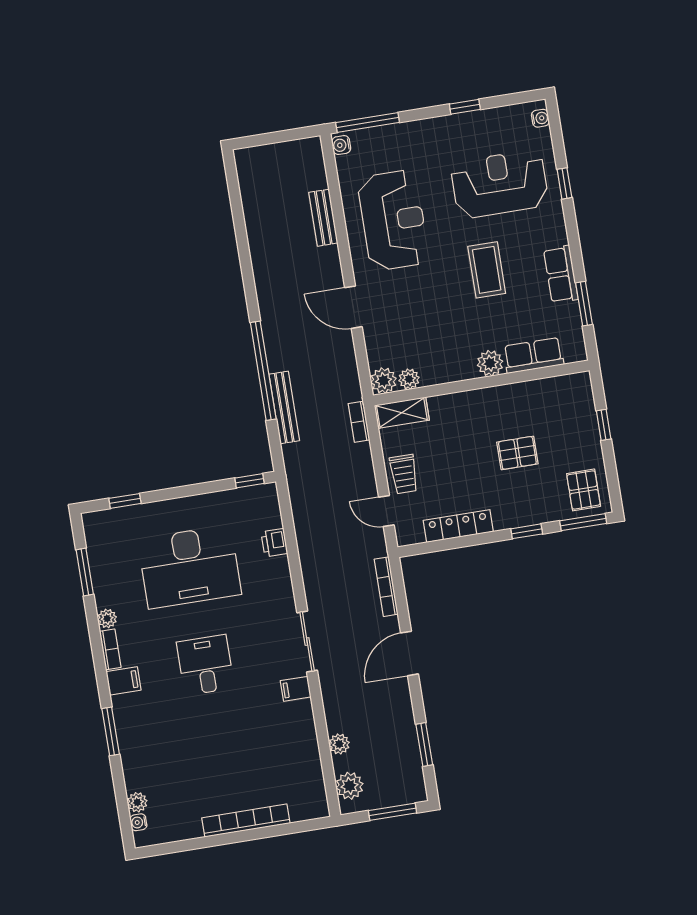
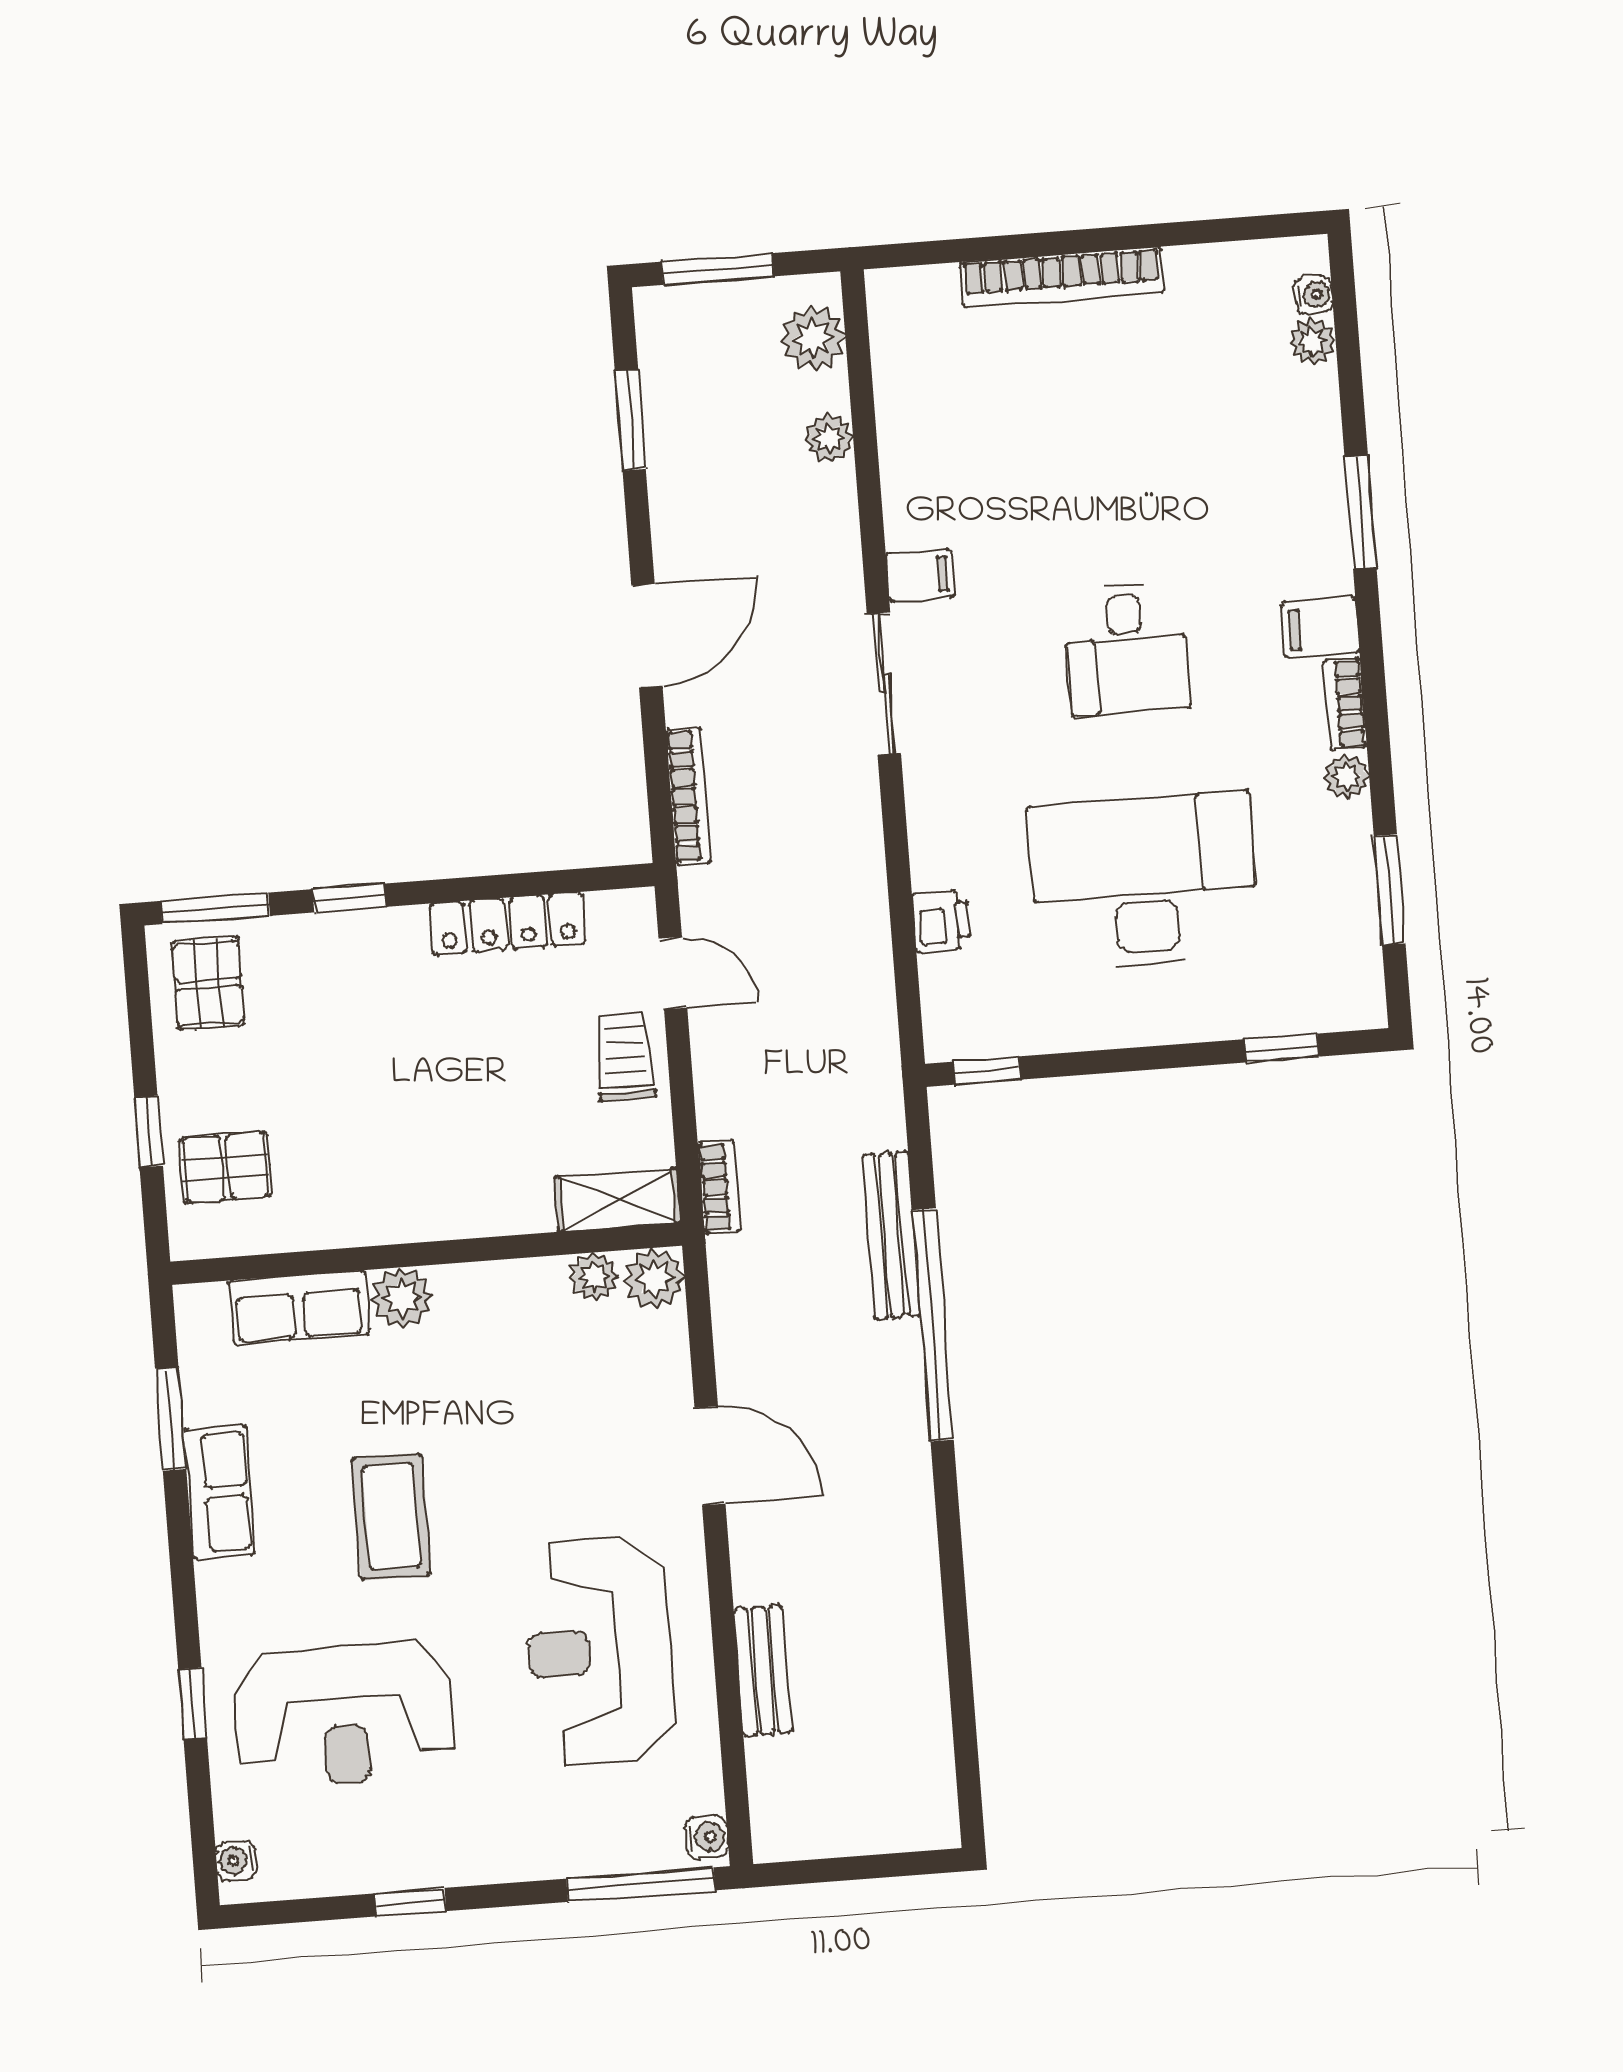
pallet: (517, 453) -> (225, 1167), moved

